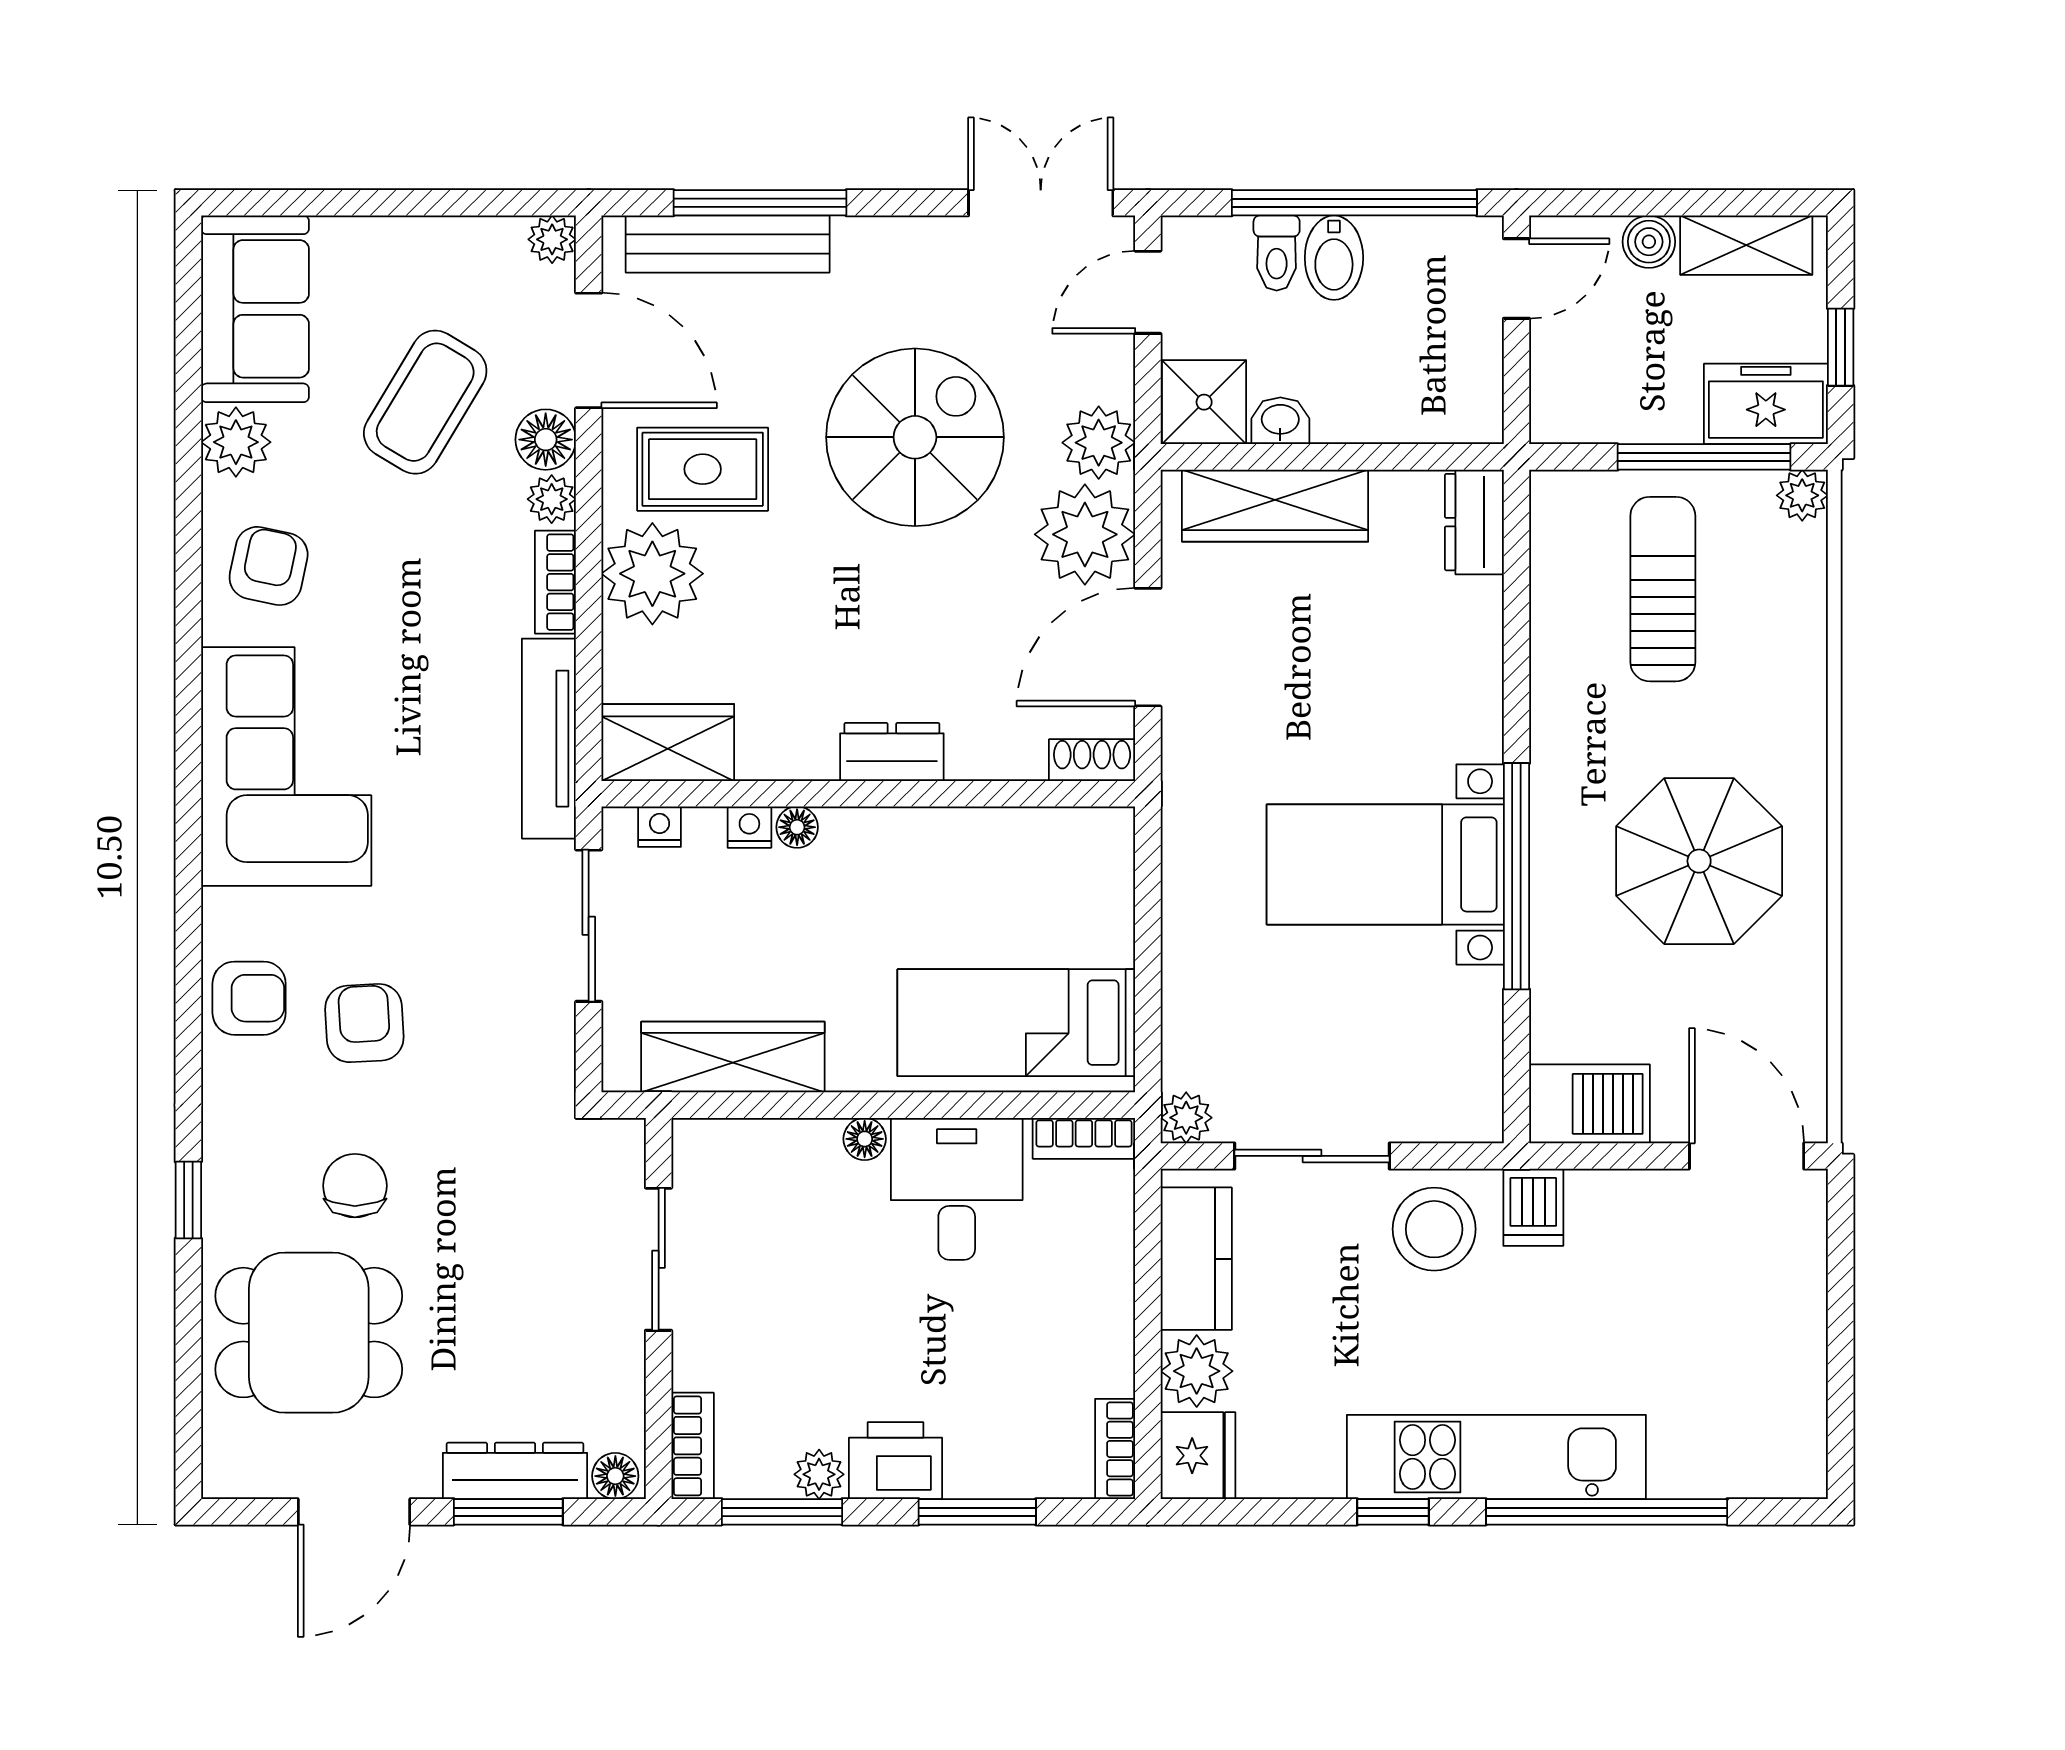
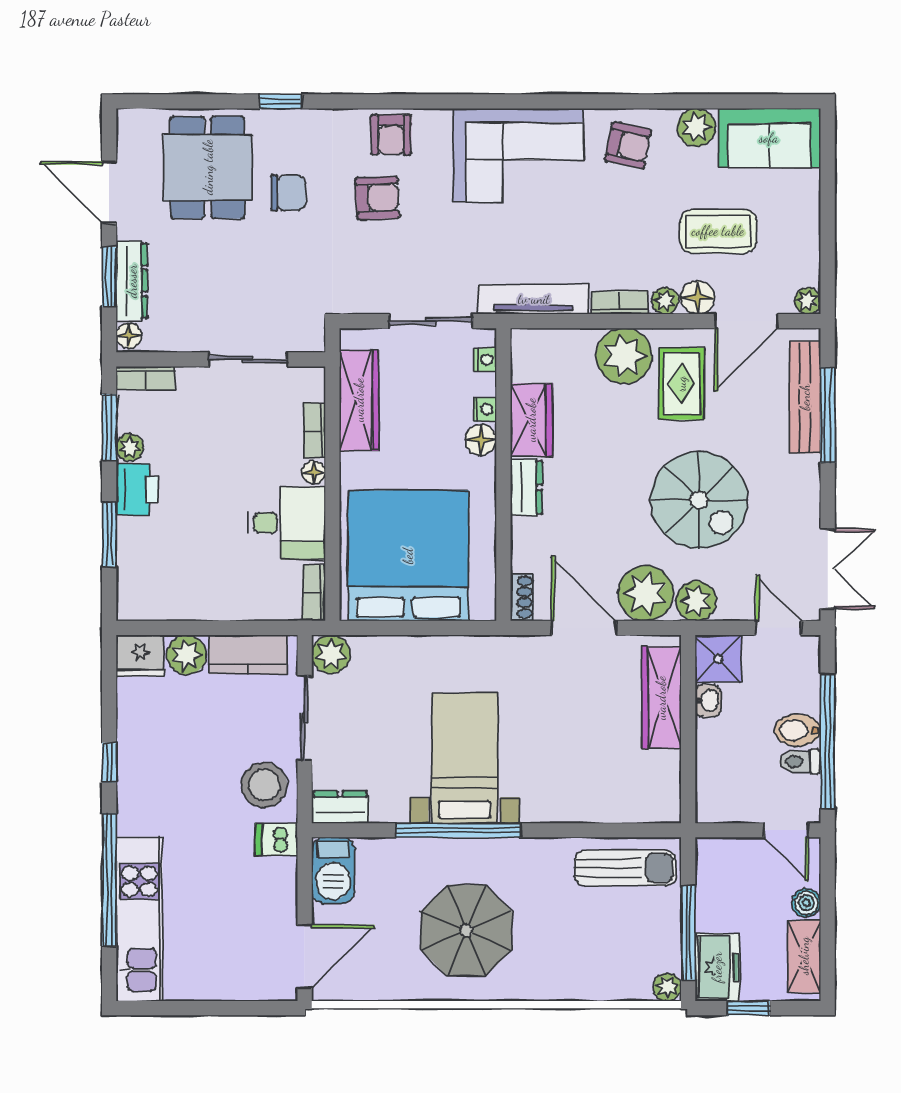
toilet: (1277, 253) -> (800, 762), moved
coffee table: (425, 402) -> (718, 231), turned -31
dresser: (1474, 522) -> (340, 807), moved
sun lounger: (1663, 589) -> (625, 868), moved
wardrobe: (668, 743) -> (531, 420), moved
floor lamp: (797, 827) -> (481, 440), width x1.37, depth x1.37
bed: (1016, 1023) -> (408, 556), width x2.04
plant: (1186, 1118) -> (331, 654), width x1.38, depth x1.38
bookcase: (1115, 1449) -> (314, 431), moved, turned -90
kitchen unit: (1496, 1457) -> (139, 919), moved

